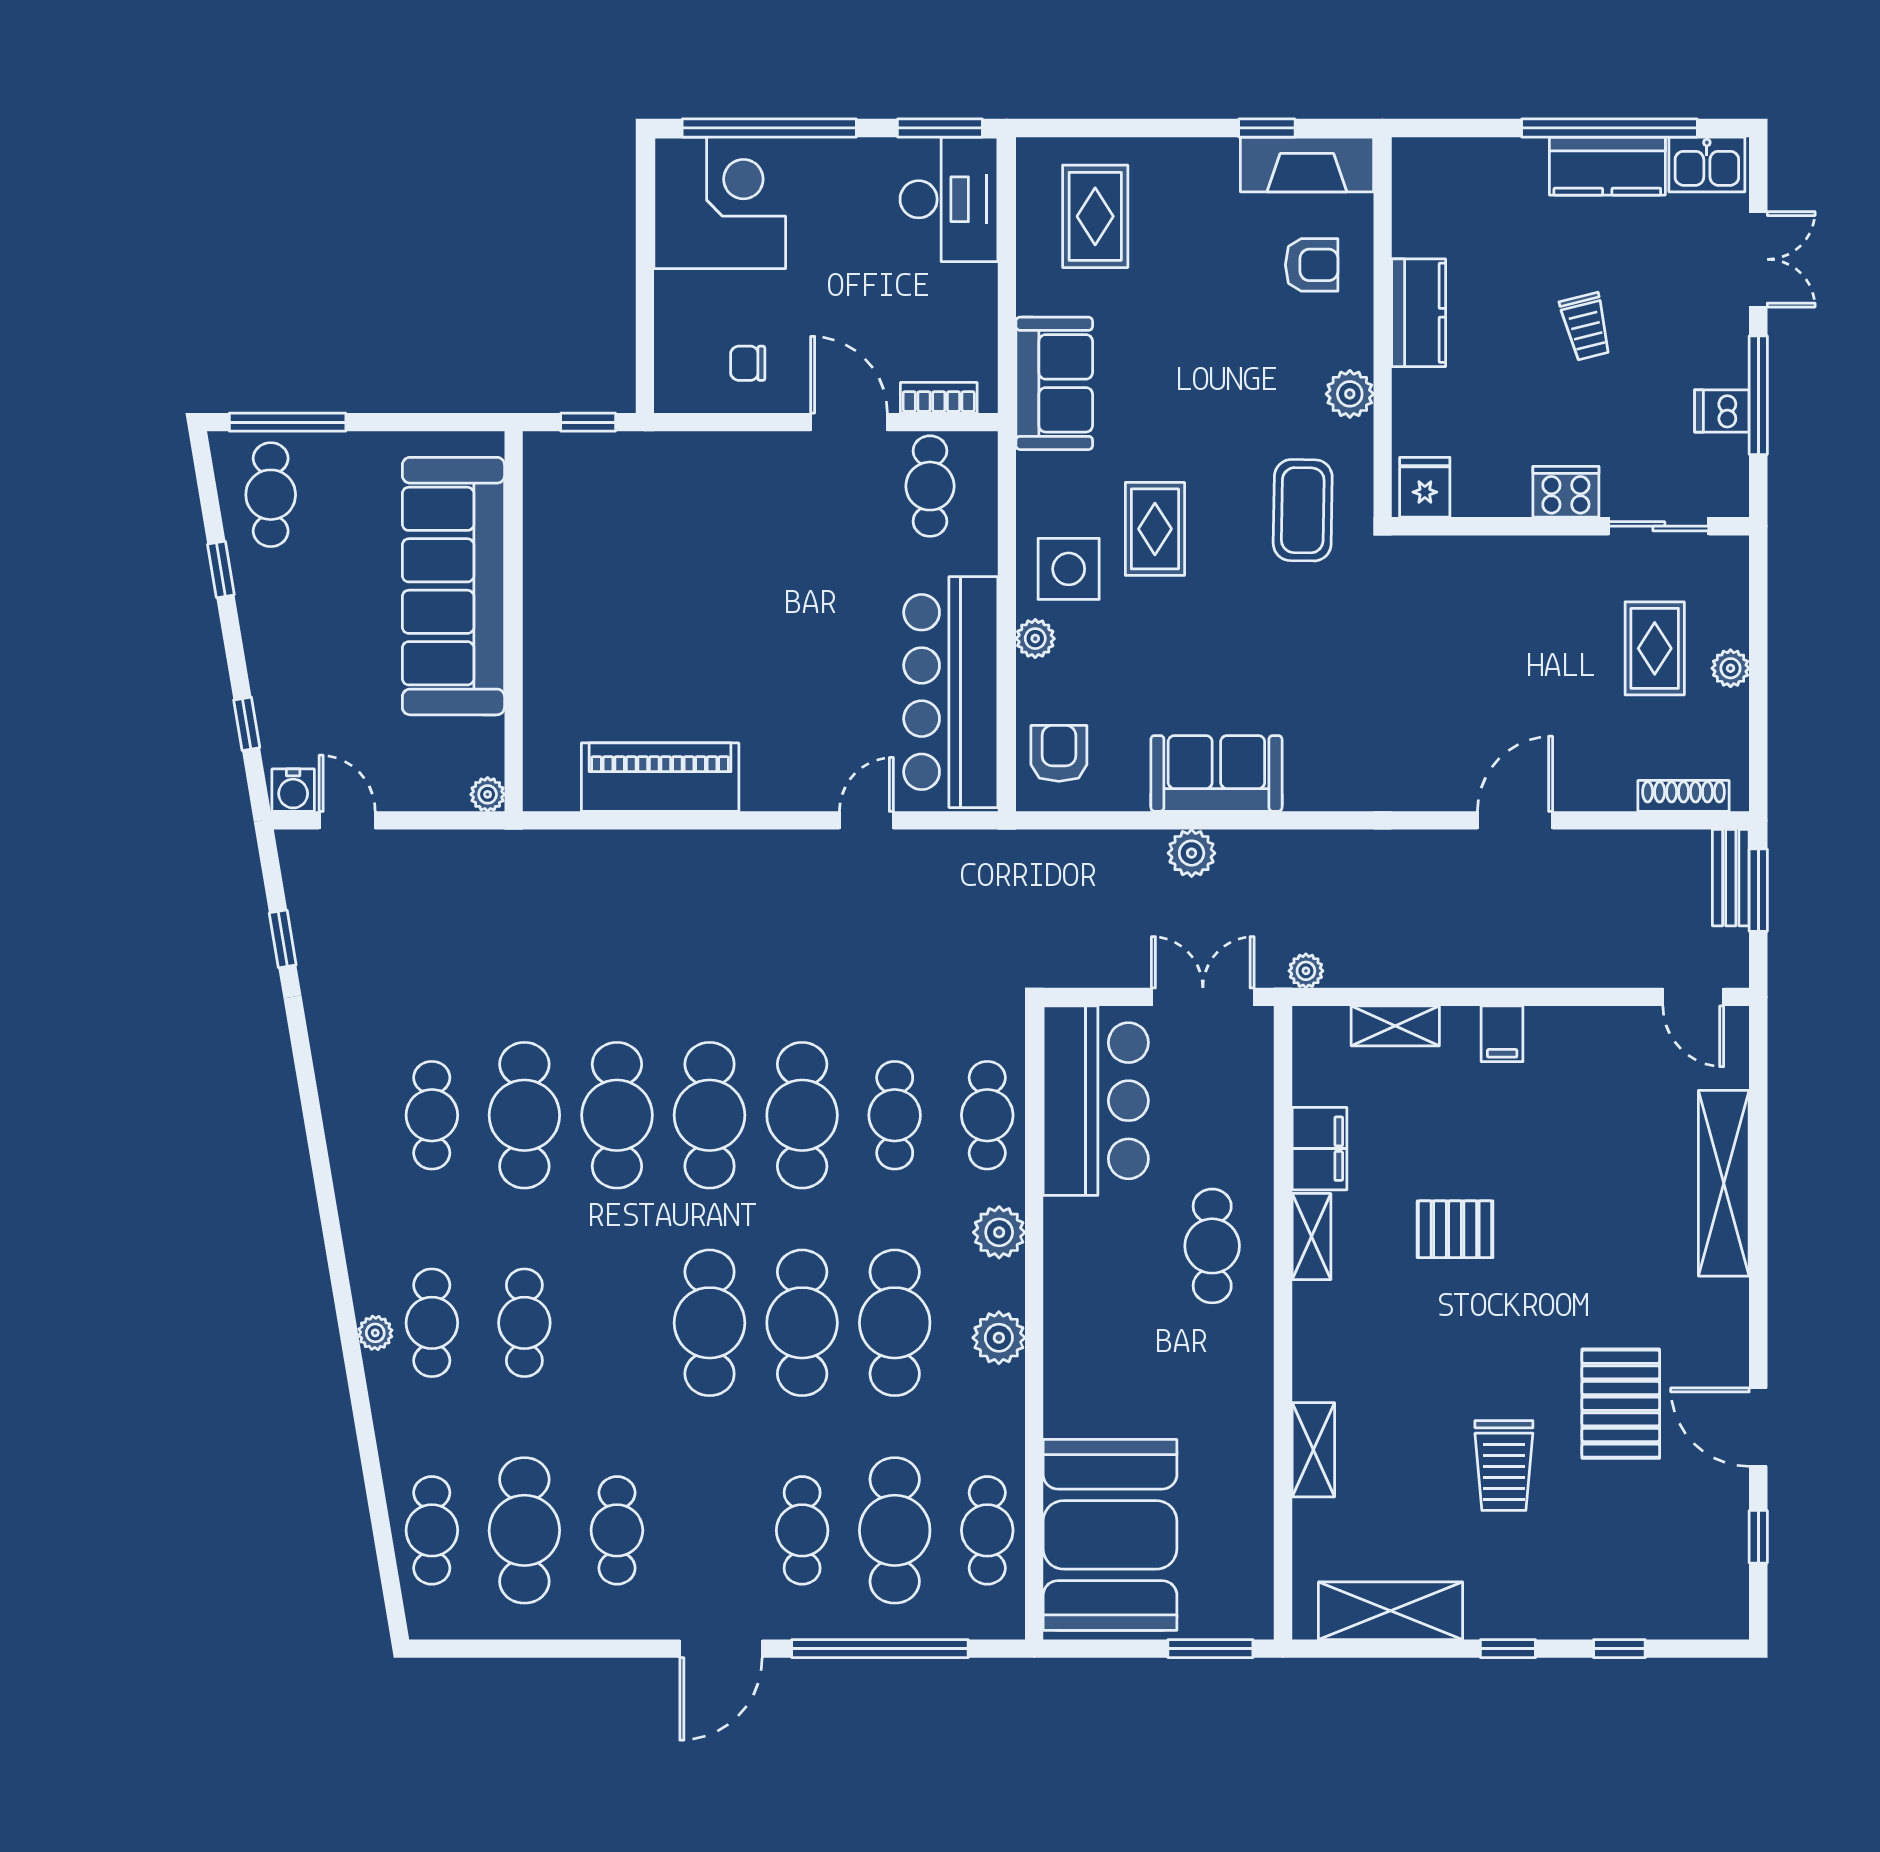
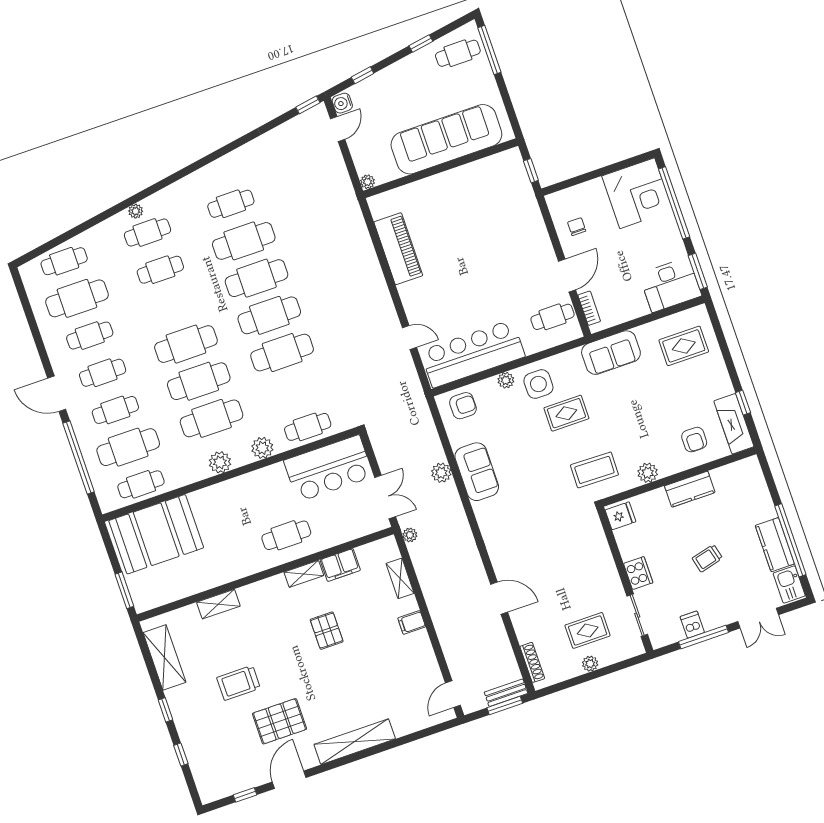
window: (283, 939) -> (308, 105), moved
cafe table: (895, 1115) -> (103, 373), moved
shelving: (1724, 1183) -> (355, 742), moved

